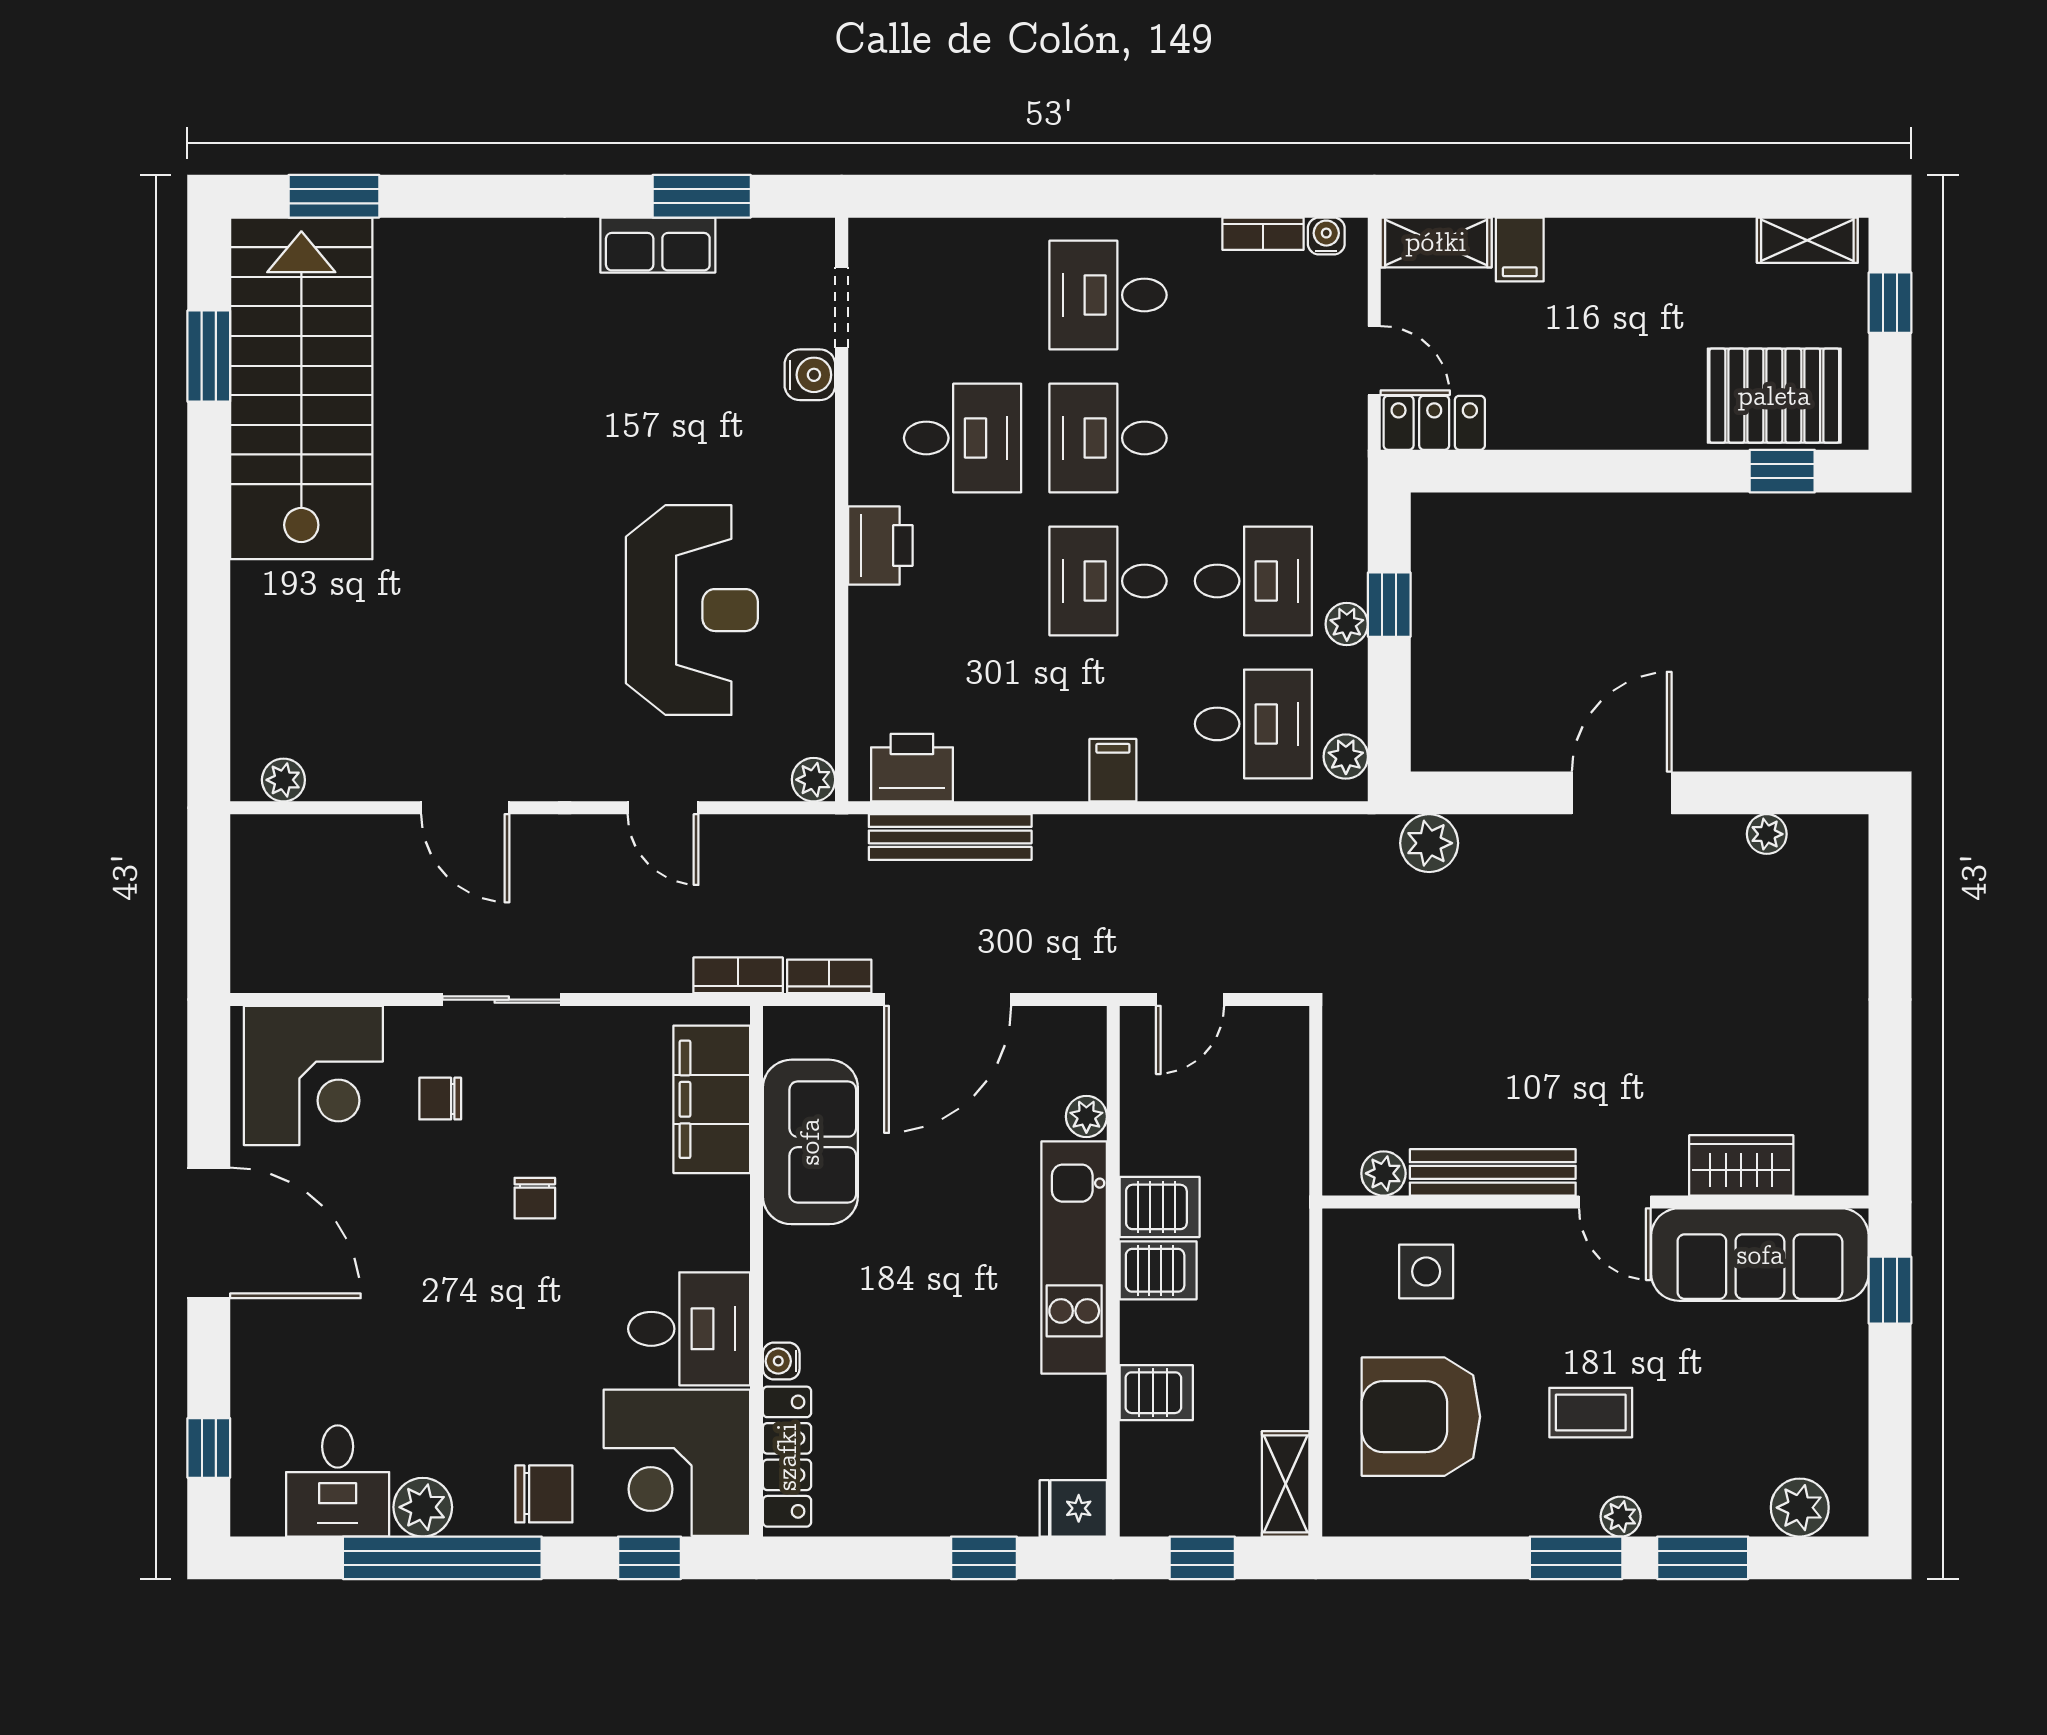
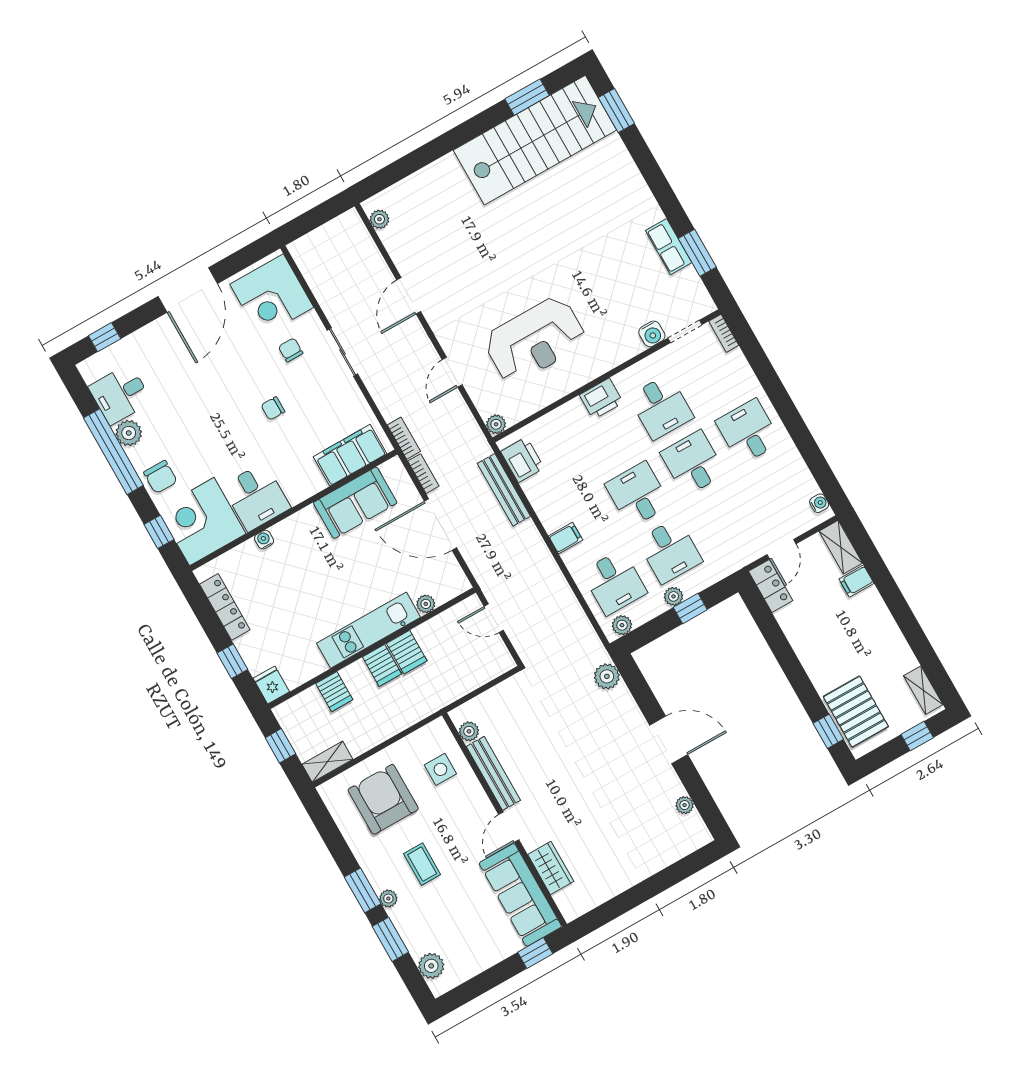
bookcase: (1263, 234) -> (724, 333), moved
locker: (787, 1457) -> (225, 607), moved, turned -90

